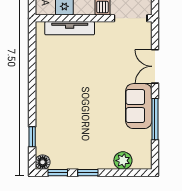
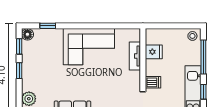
tv unit: (70, 28) -> (135, 56), width x0.71
corner sofa: (58, 86) -> (89, 47), added

